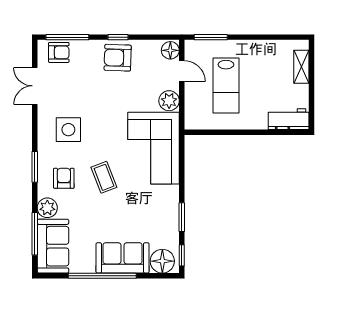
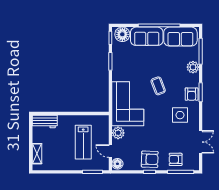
armchair: (59, 52) -> (176, 159), moved
lab bench: (226, 86) -> (83, 142), turned 180
armchair: (64, 178) -> (192, 94), moved
sofa: (53, 246) -> (180, 37), moved, turned -90

